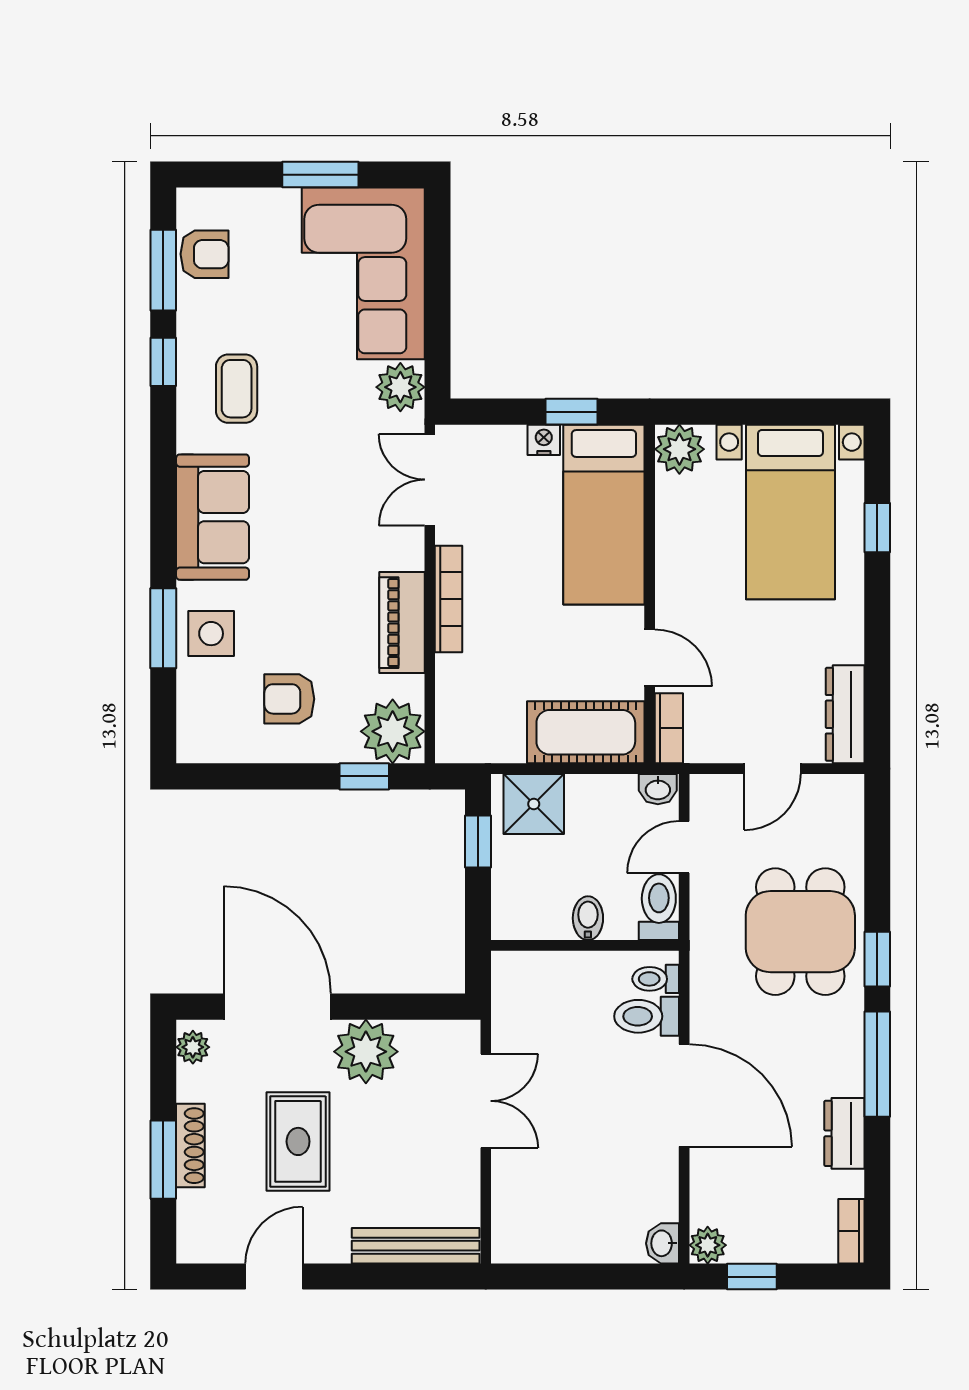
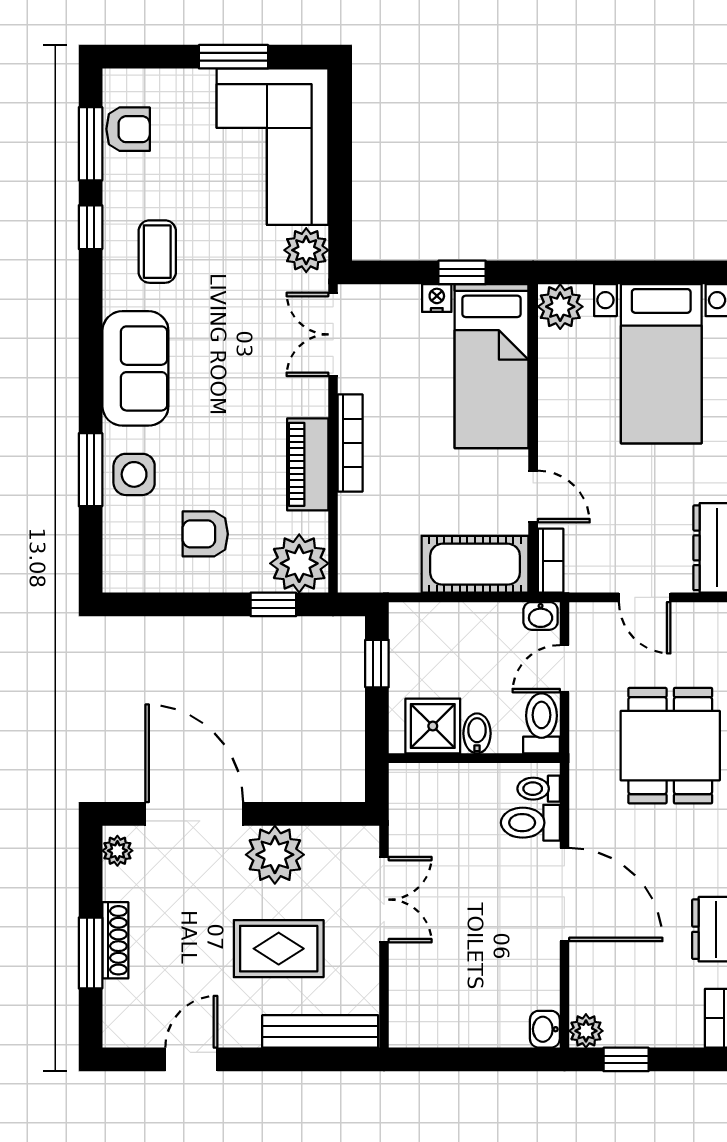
door: (772, 769) -> (645, 597), hinge flipped
shower: (534, 804) -> (433, 726), moved
rug: (298, 1141) -> (279, 949), moved, turned 90

